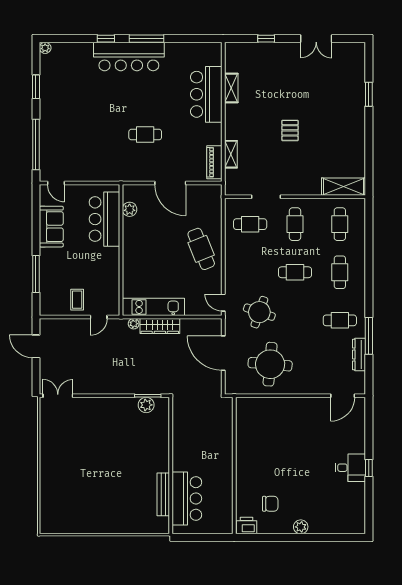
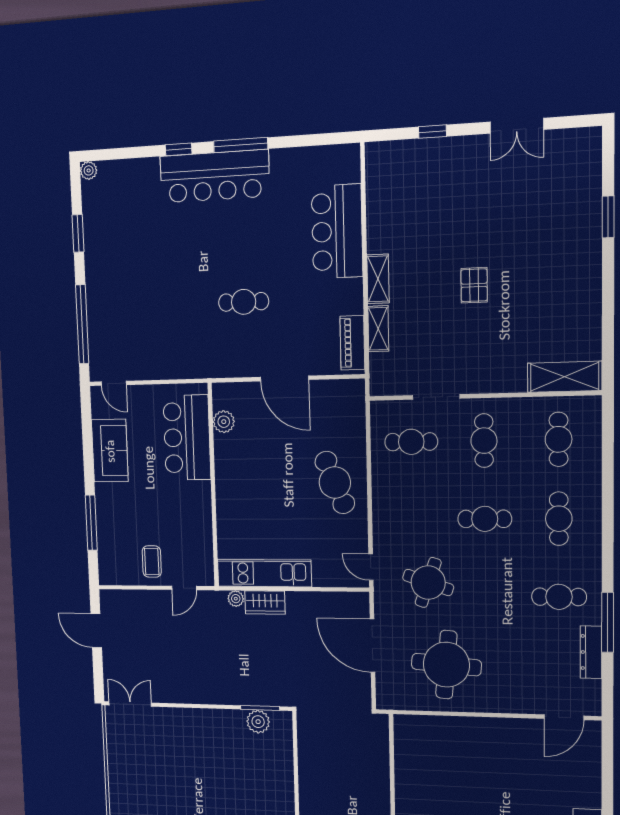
shelving: (231, 88) -> (378, 279), moved
wardrobe: (160, 326) -> (265, 603), width x0.67

